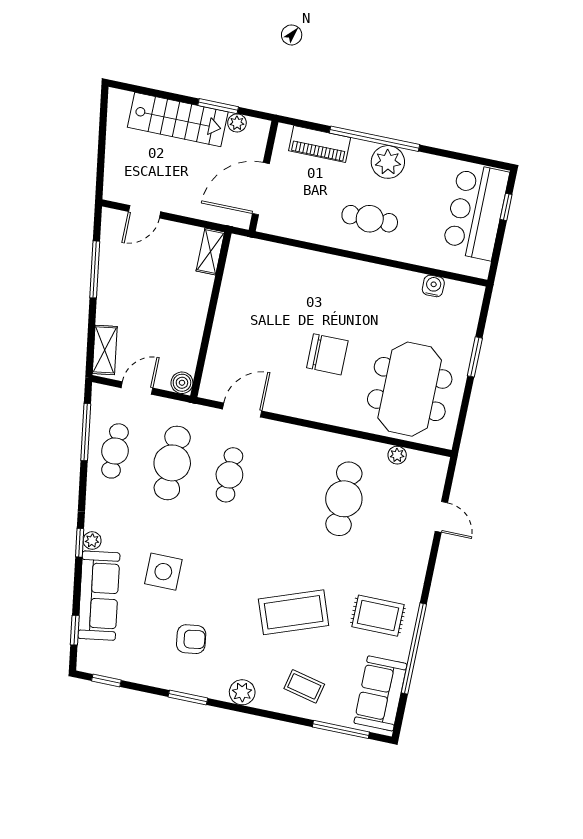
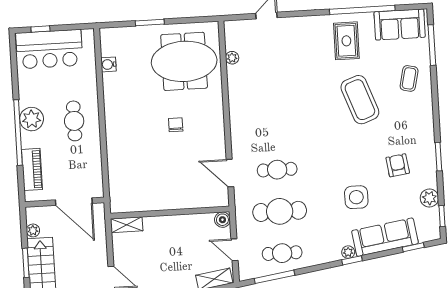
window: (218, 106) -> (26, 263), moved
chair: (327, 354) -> (176, 125), width x0.54, depth x0.54
cafe table: (344, 499) -> (272, 86), removed
plant: (242, 692) -> (429, 198), moved

